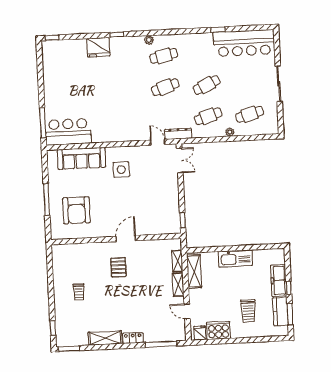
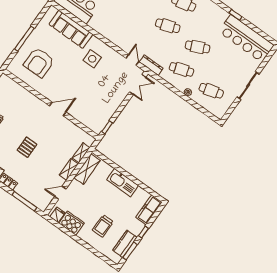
pallet: (118, 267) -> (27, 147), moved
freezer: (279, 280) -> (149, 210), moved
door: (187, 311) -> (60, 193), hinge flipped

